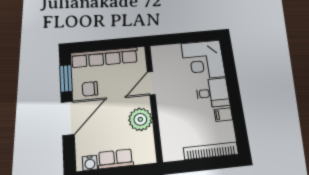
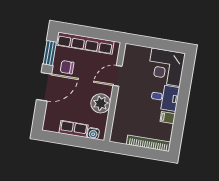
water cooler: (90, 163) -> (93, 133), moved

